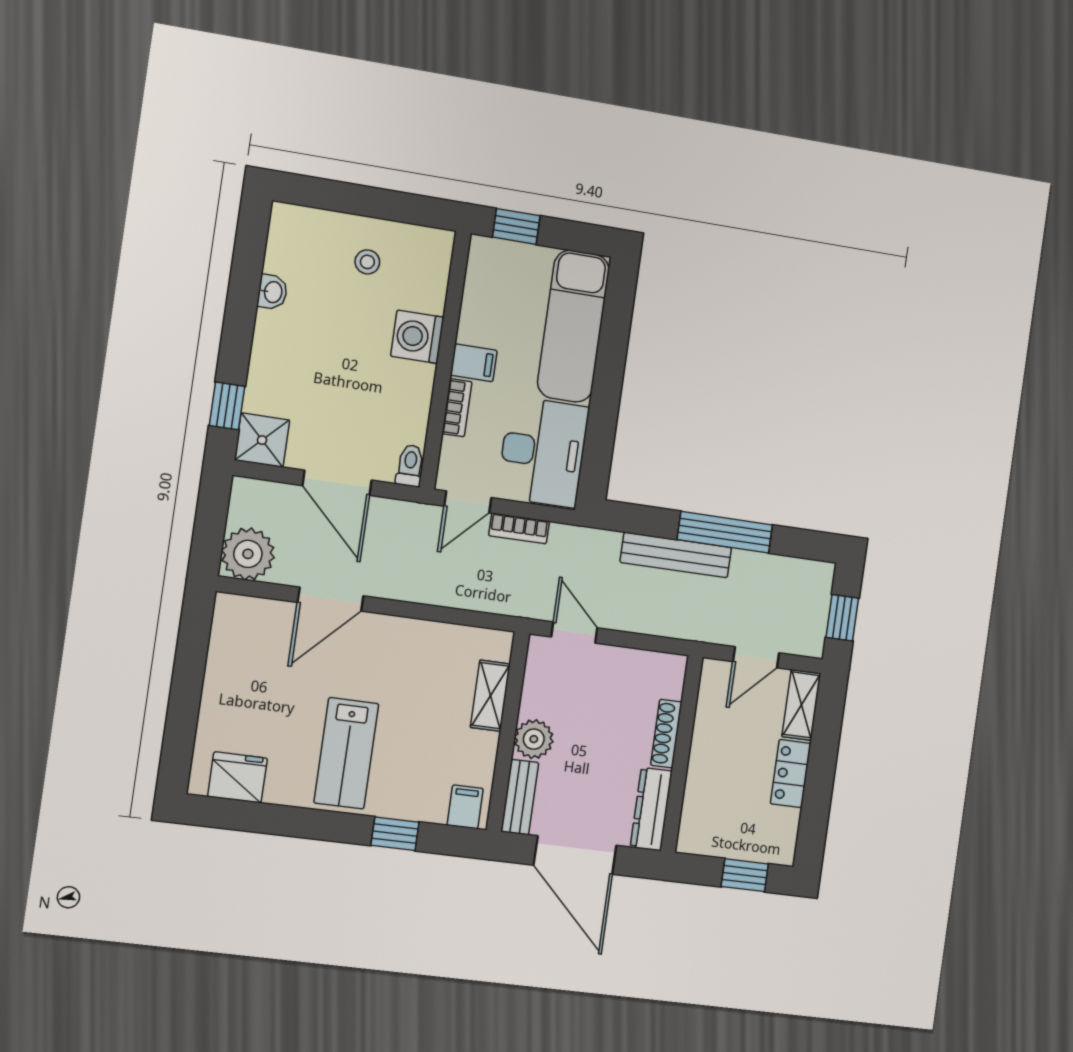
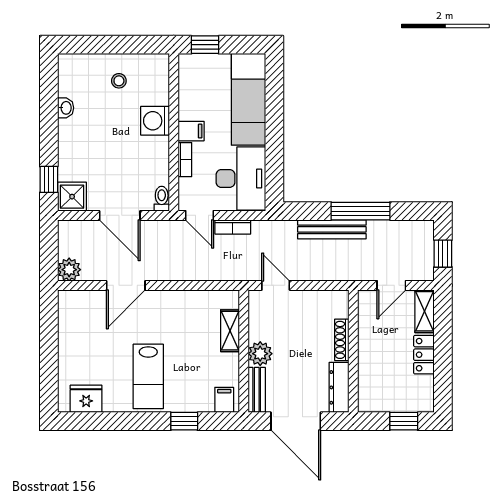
door: (468, 502) -> (199, 215), hinge flipped
plant: (248, 554) -> (69, 270), width x0.73, depth x0.73

